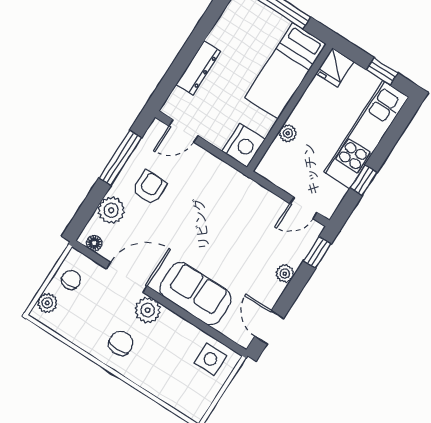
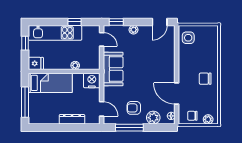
sofa: (196, 294) -> (113, 69), moved, turned 180
plant: (148, 310) -> (185, 76), removed

